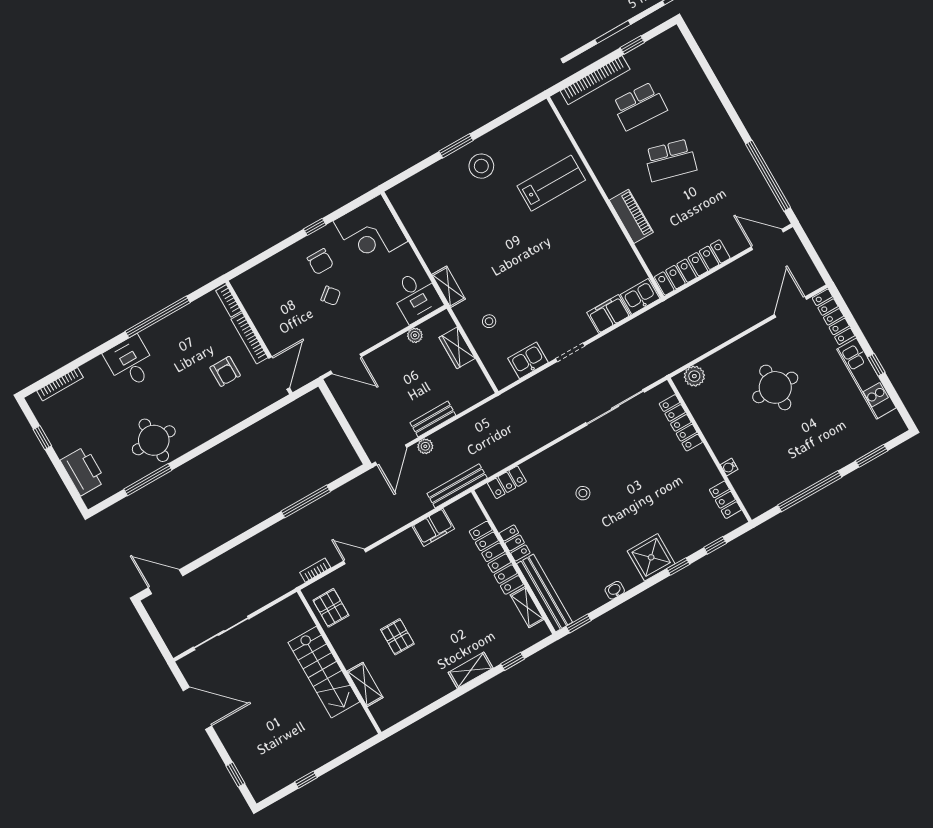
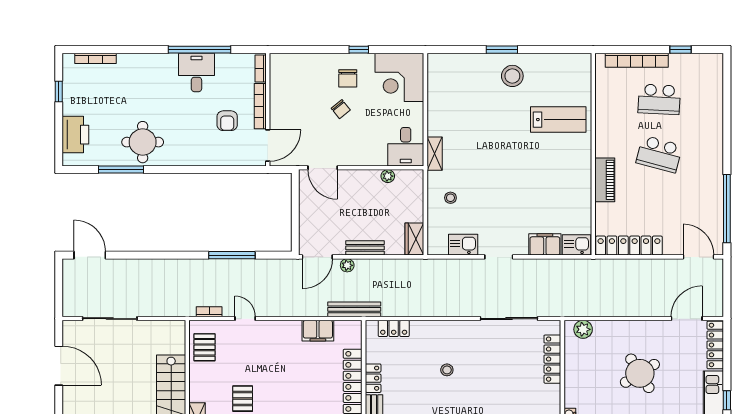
wardrobe: (457, 348) -> (414, 239), moved
desk: (130, 362) -> (196, 72), moved
round table: (775, 387) -> (640, 373), turned -32

